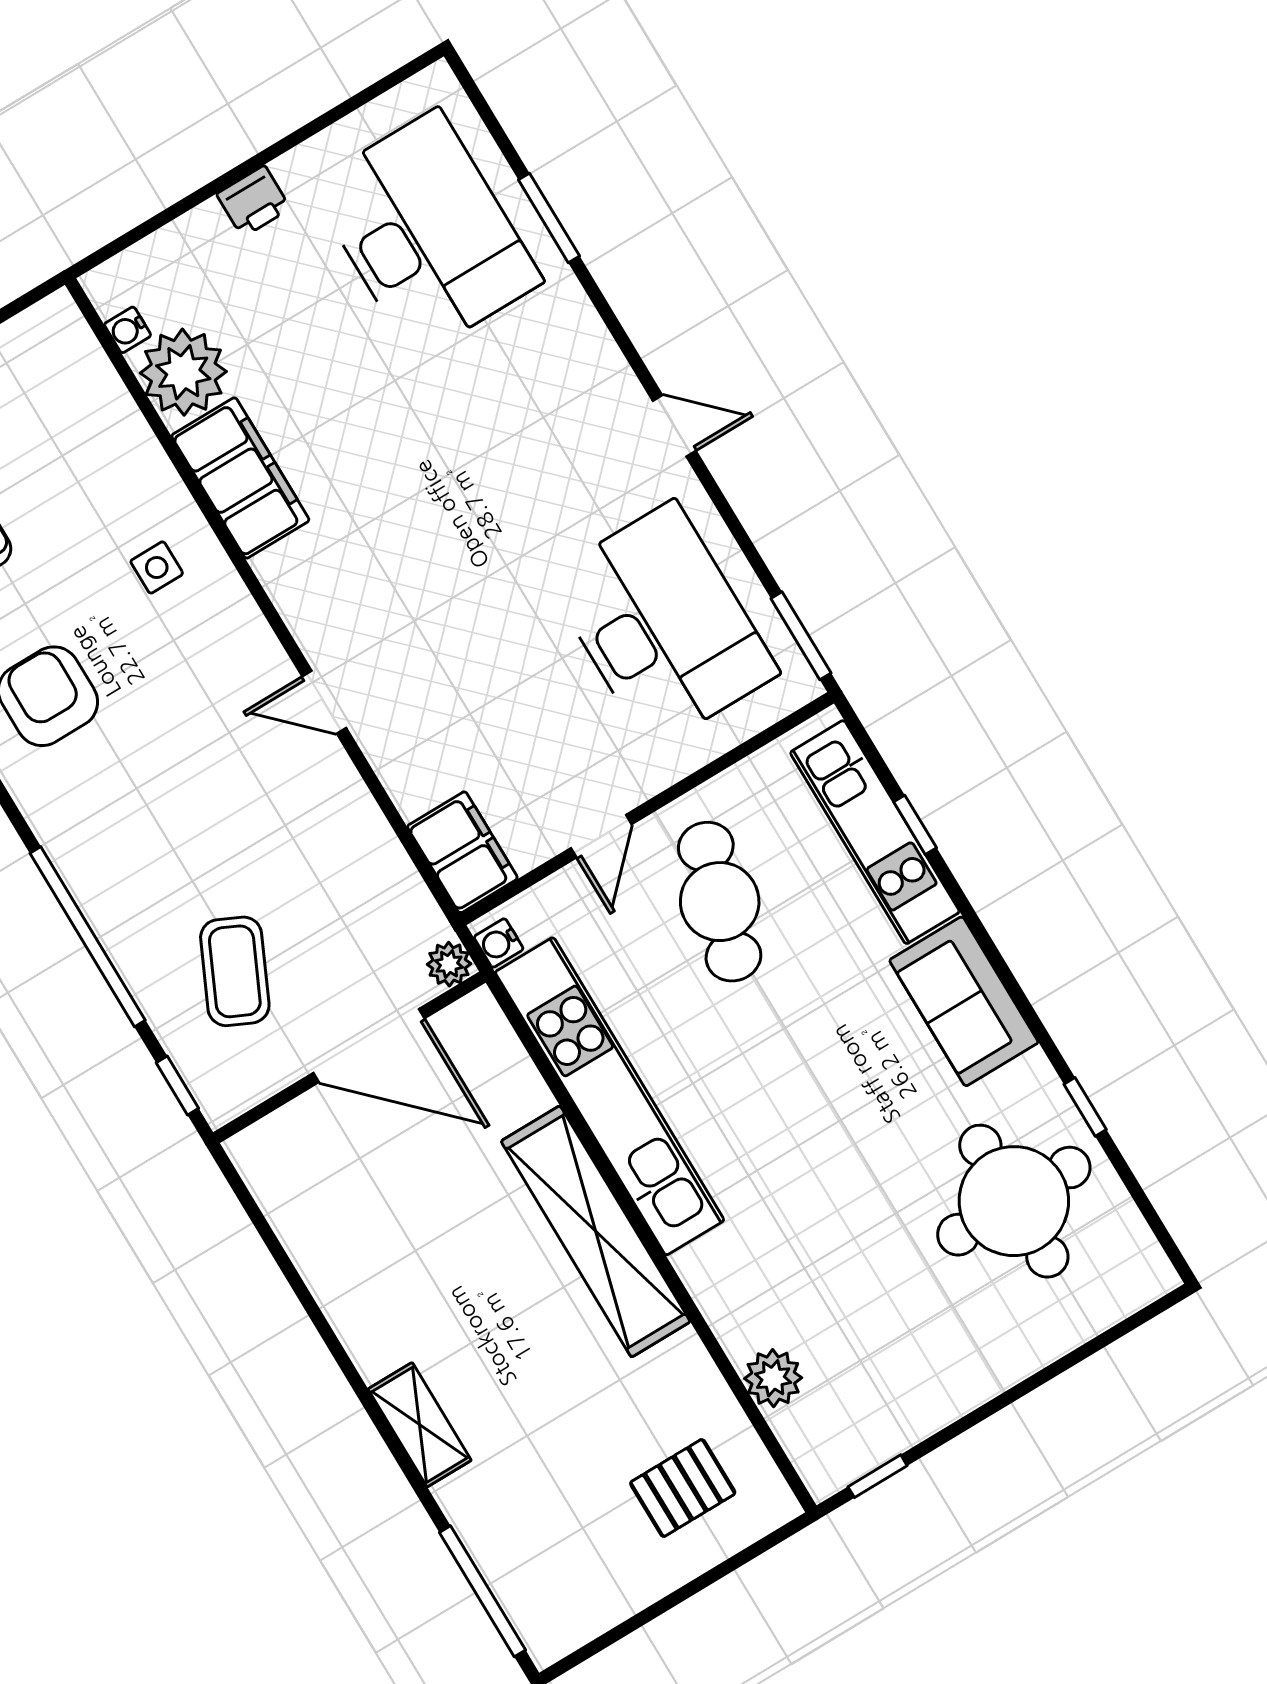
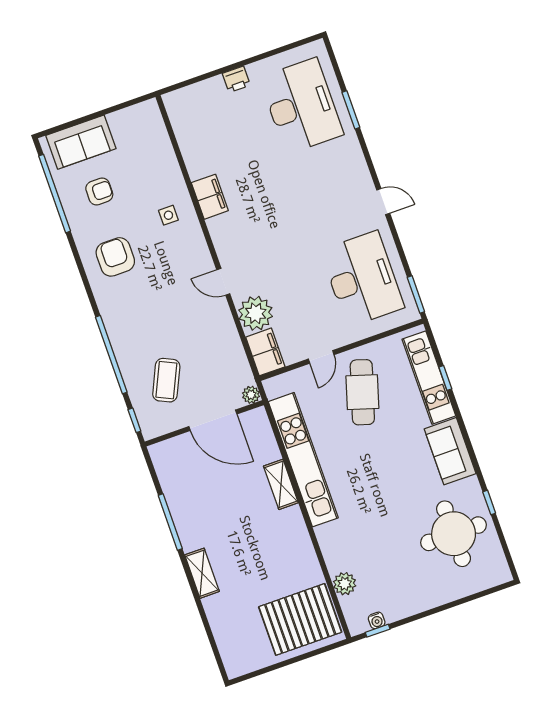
water cooler: (128, 330) -> (176, 120), removed
plant: (183, 372) -> (256, 313), moved
filing cabinet: (240, 478) -> (210, 197), width x0.67, depth x0.86
water cooler: (499, 943) -> (377, 620), moved, turned -90
shelving: (596, 1231) -> (281, 484), width x0.45, depth x0.75
pallet: (683, 1488) -> (300, 619), width x2.05, depth x2.00
window: (482, 1591) -> (170, 522), moved

